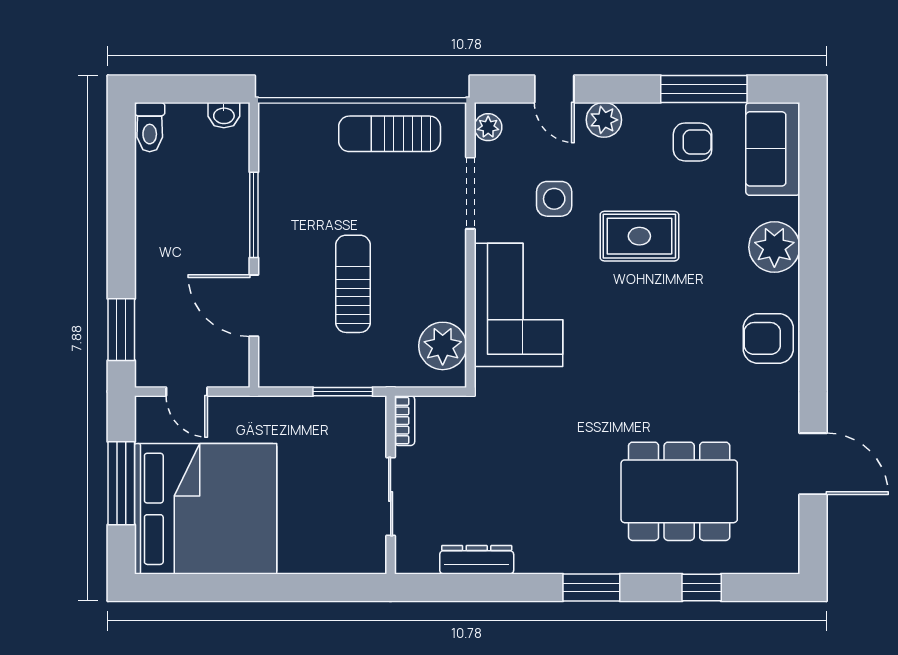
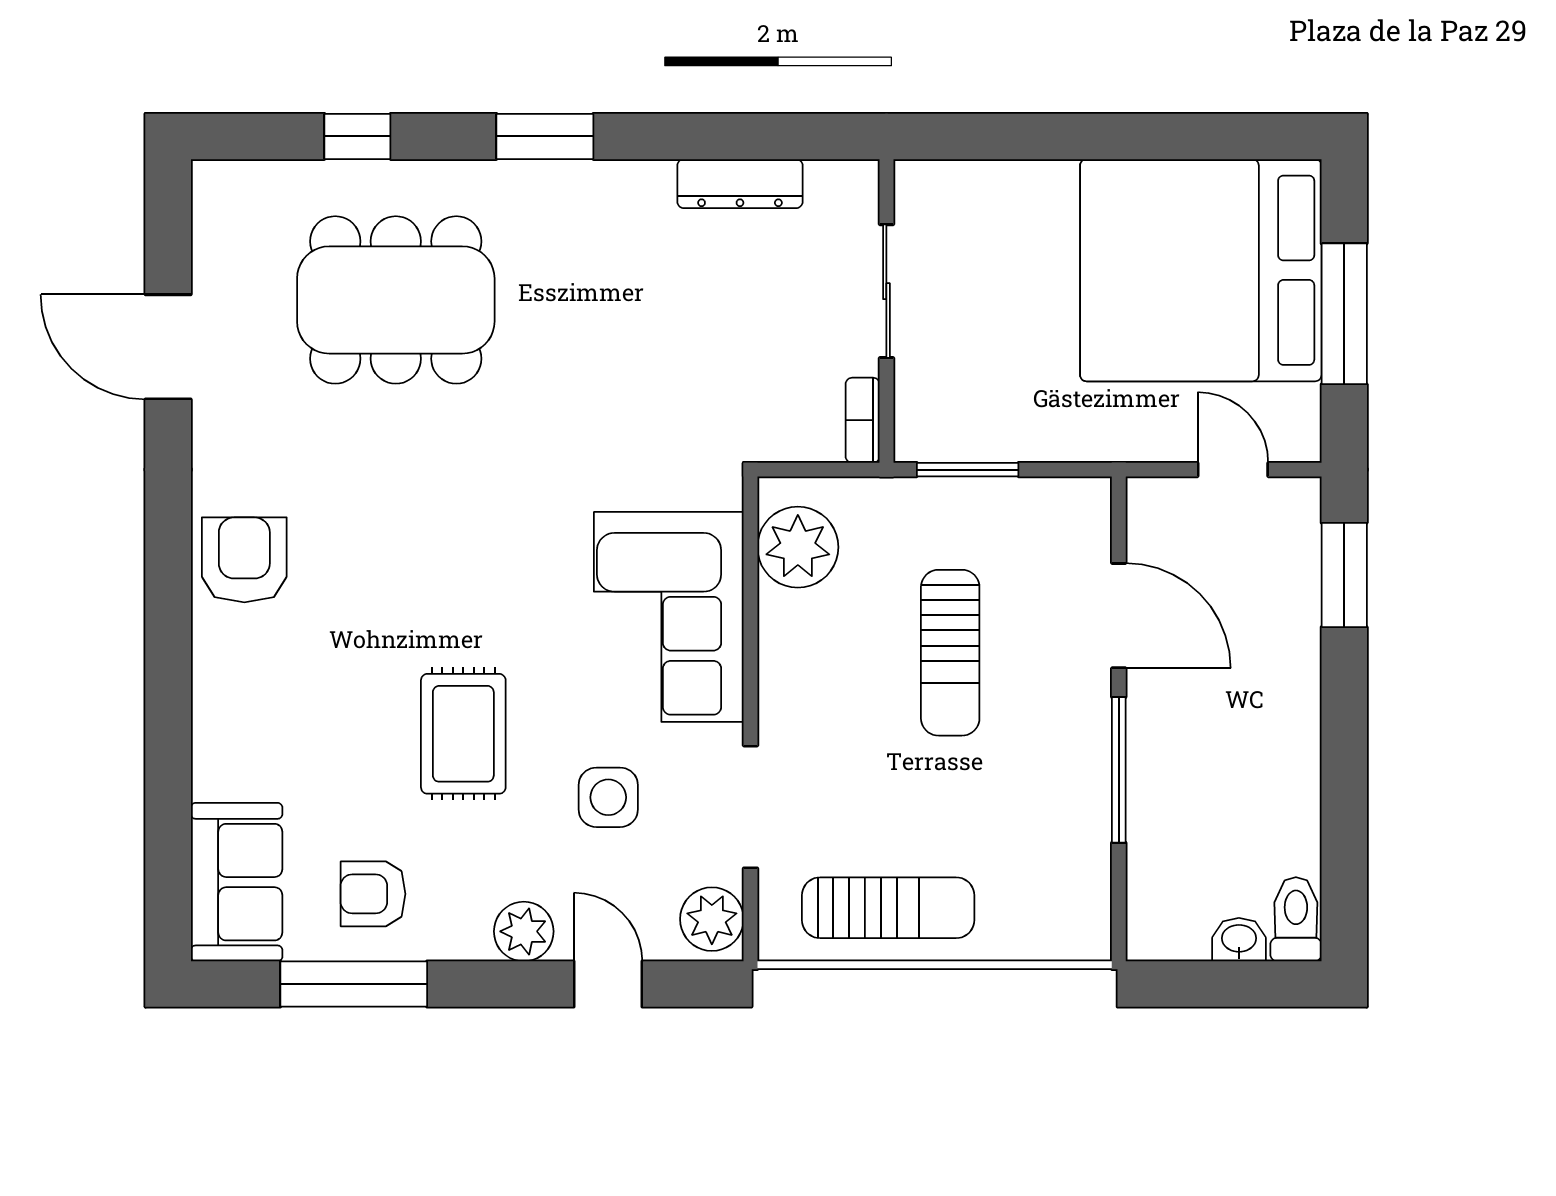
washbasin: (224, 115) -> (1239, 940), moved
plant: (488, 127) -> (712, 919), width x1.38, depth x1.38
rug: (639, 236) -> (463, 734), turned 90
plant: (774, 247) -> (234, 715), removed
armchair: (768, 338) -> (244, 560), turned -90

